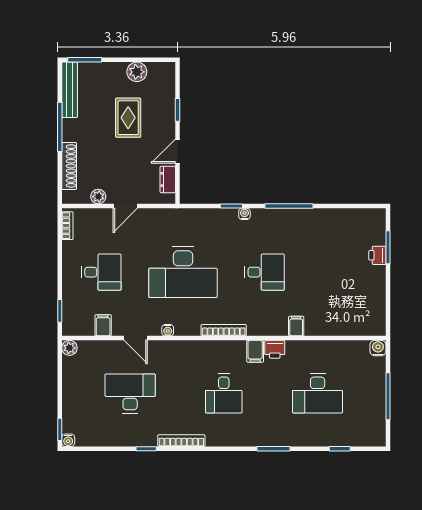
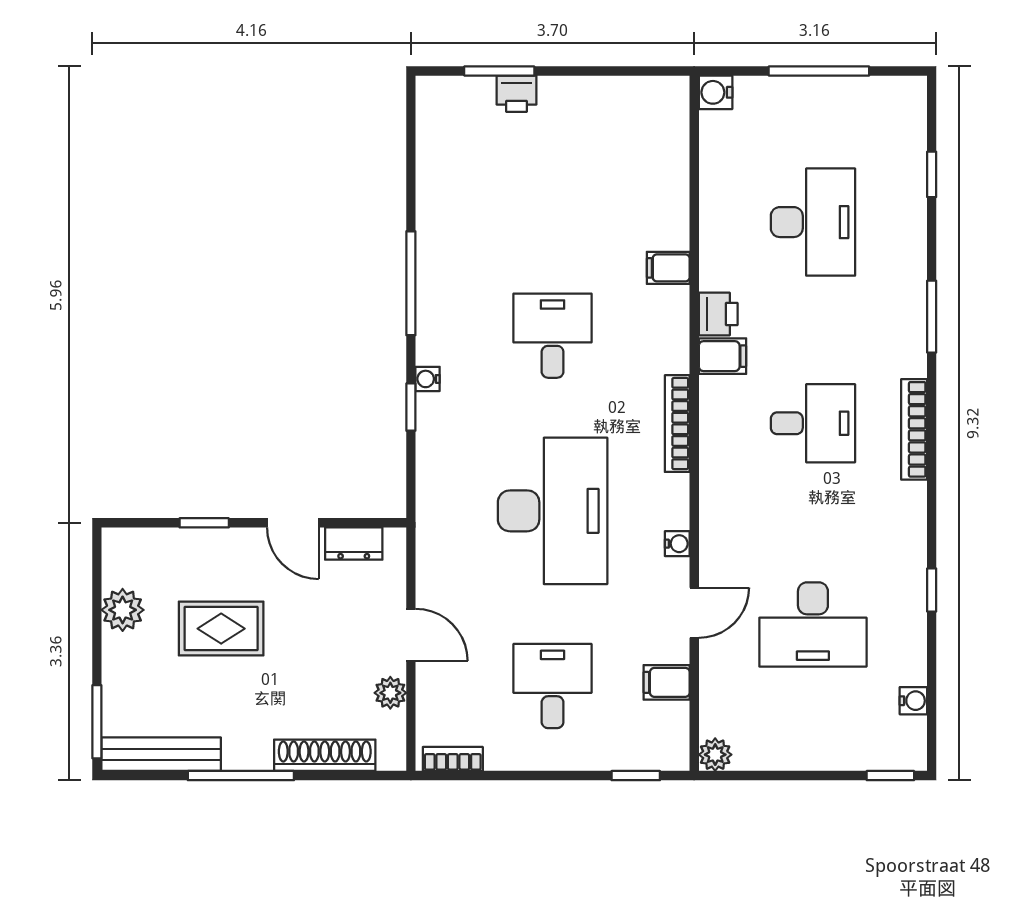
desk: (130, 393) -> (813, 624), turned -90
water cooler: (68, 440) -> (913, 701), moved
bookcase: (181, 441) -> (914, 429), moved

